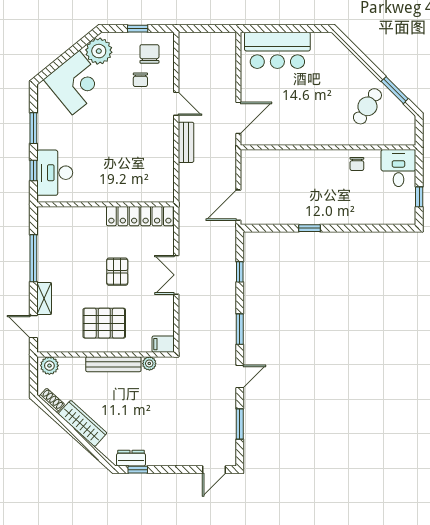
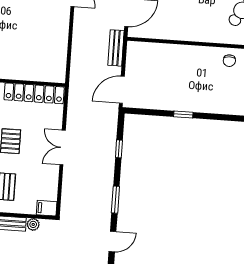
bench: (186, 142) -> (116, 48), moved

